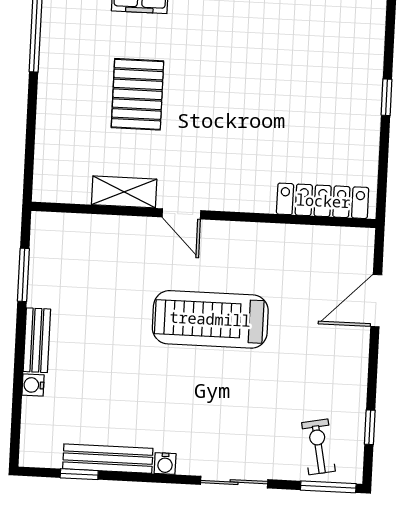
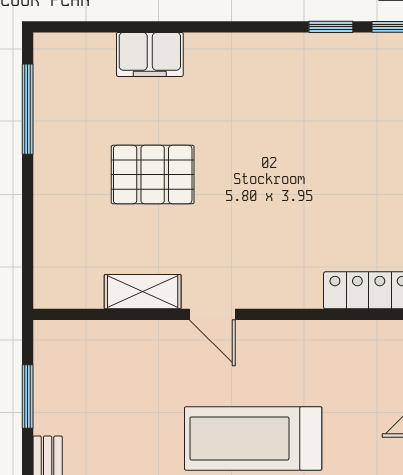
pallet: (137, 94) -> (153, 175), turned 90

